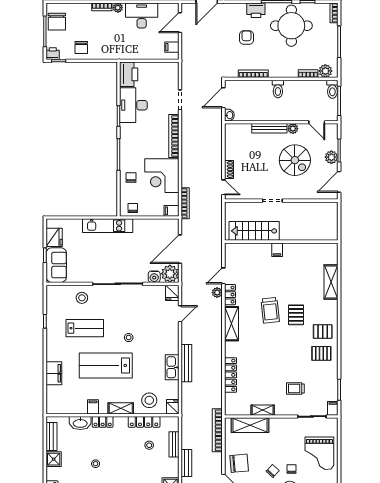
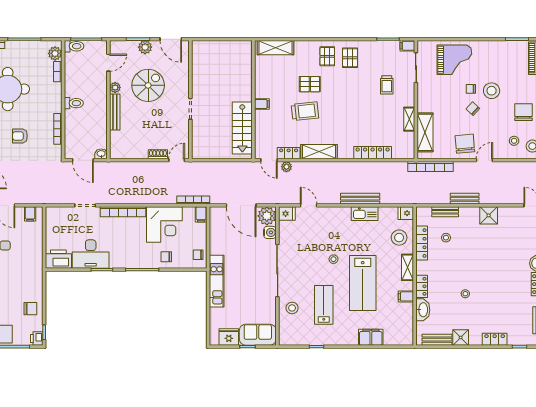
stairs: (254, 231) -> (242, 128), moved
wall: (281, 242) -> (253, 100), moved
filing cabinet: (277, 250) -> (262, 104), moved

